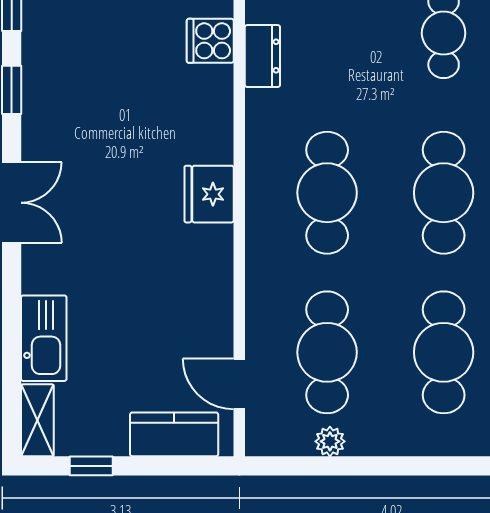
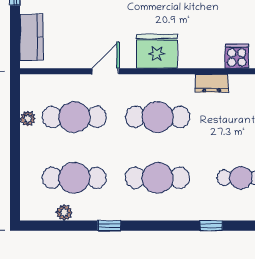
dresser: (262, 56) -> (212, 83), moved
fridge: (209, 194) -> (157, 51), width x1.36, depth x1.34
door: (239, 384) -> (105, 71), moved

